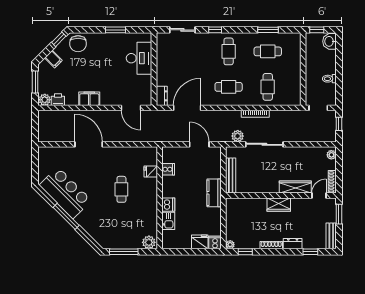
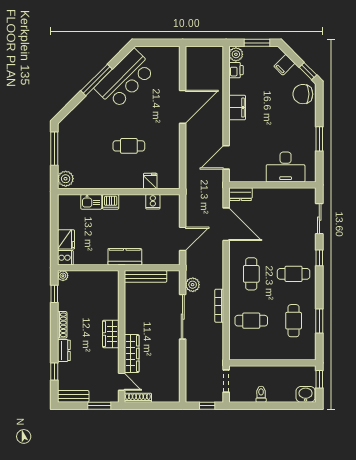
plant: (331, 155) -> (170, 397), removed

